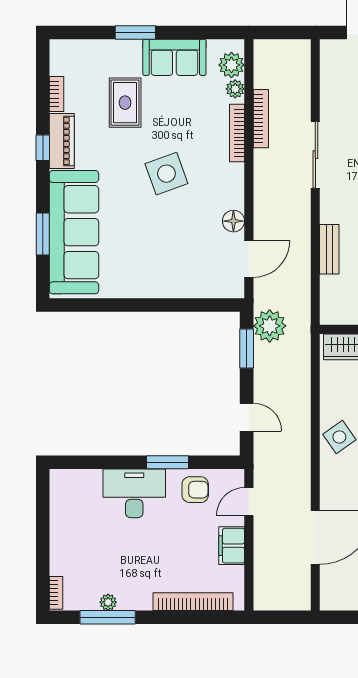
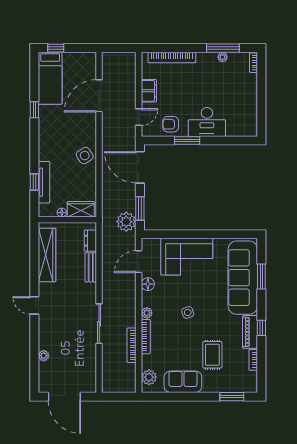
window: (135, 32) -> (232, 397), moved
plant: (235, 89) -> (147, 313), moved
side table: (166, 174) -> (188, 312), width x0.54, depth x0.54
corner sofa: (168, 267) -> (187, 257), added
dresser: (330, 294) -> (90, 241), added
door: (247, 417) -> (140, 167), width x1.87

